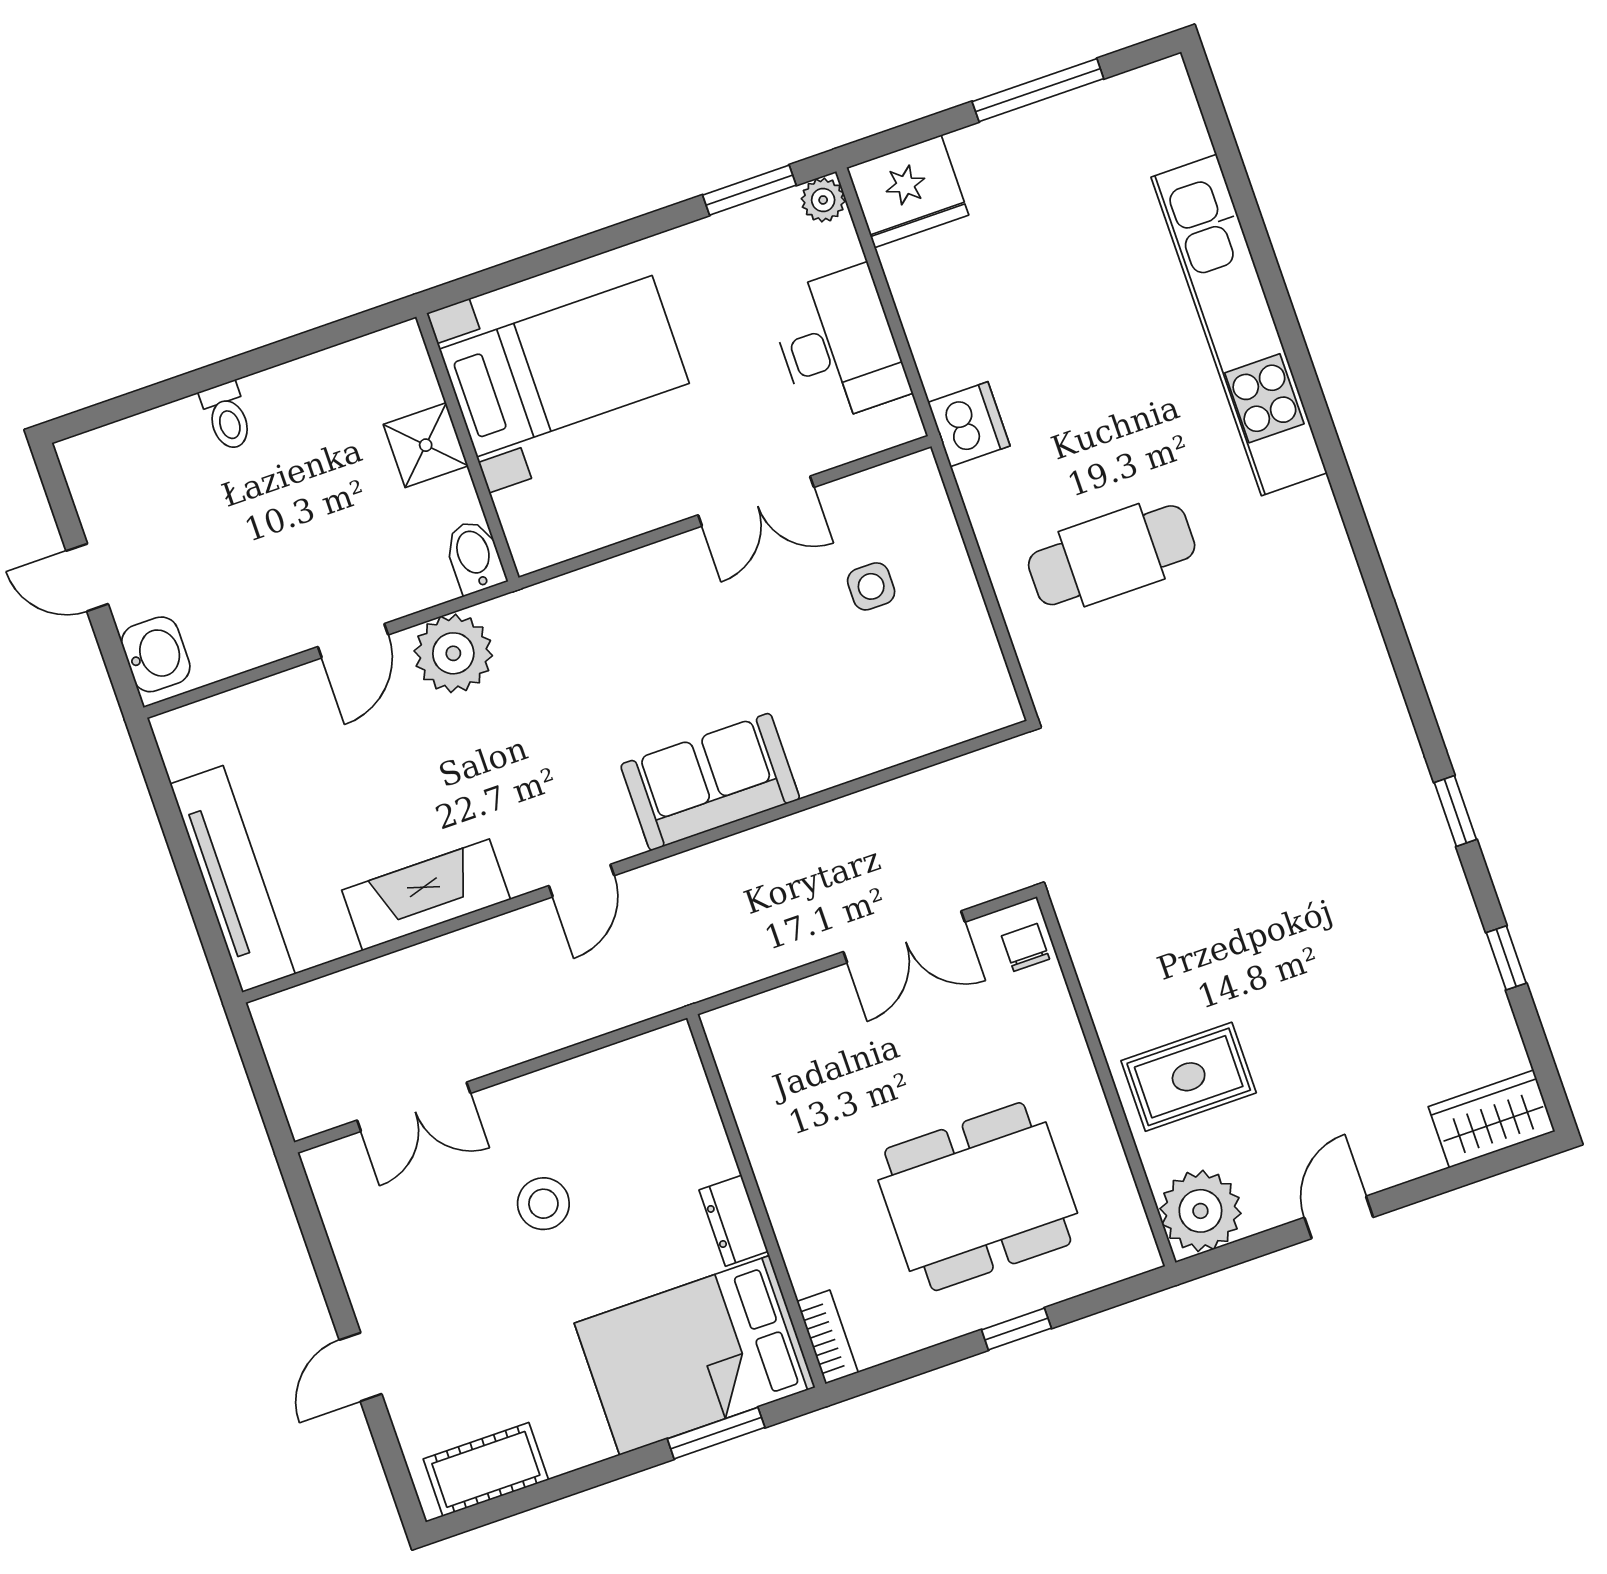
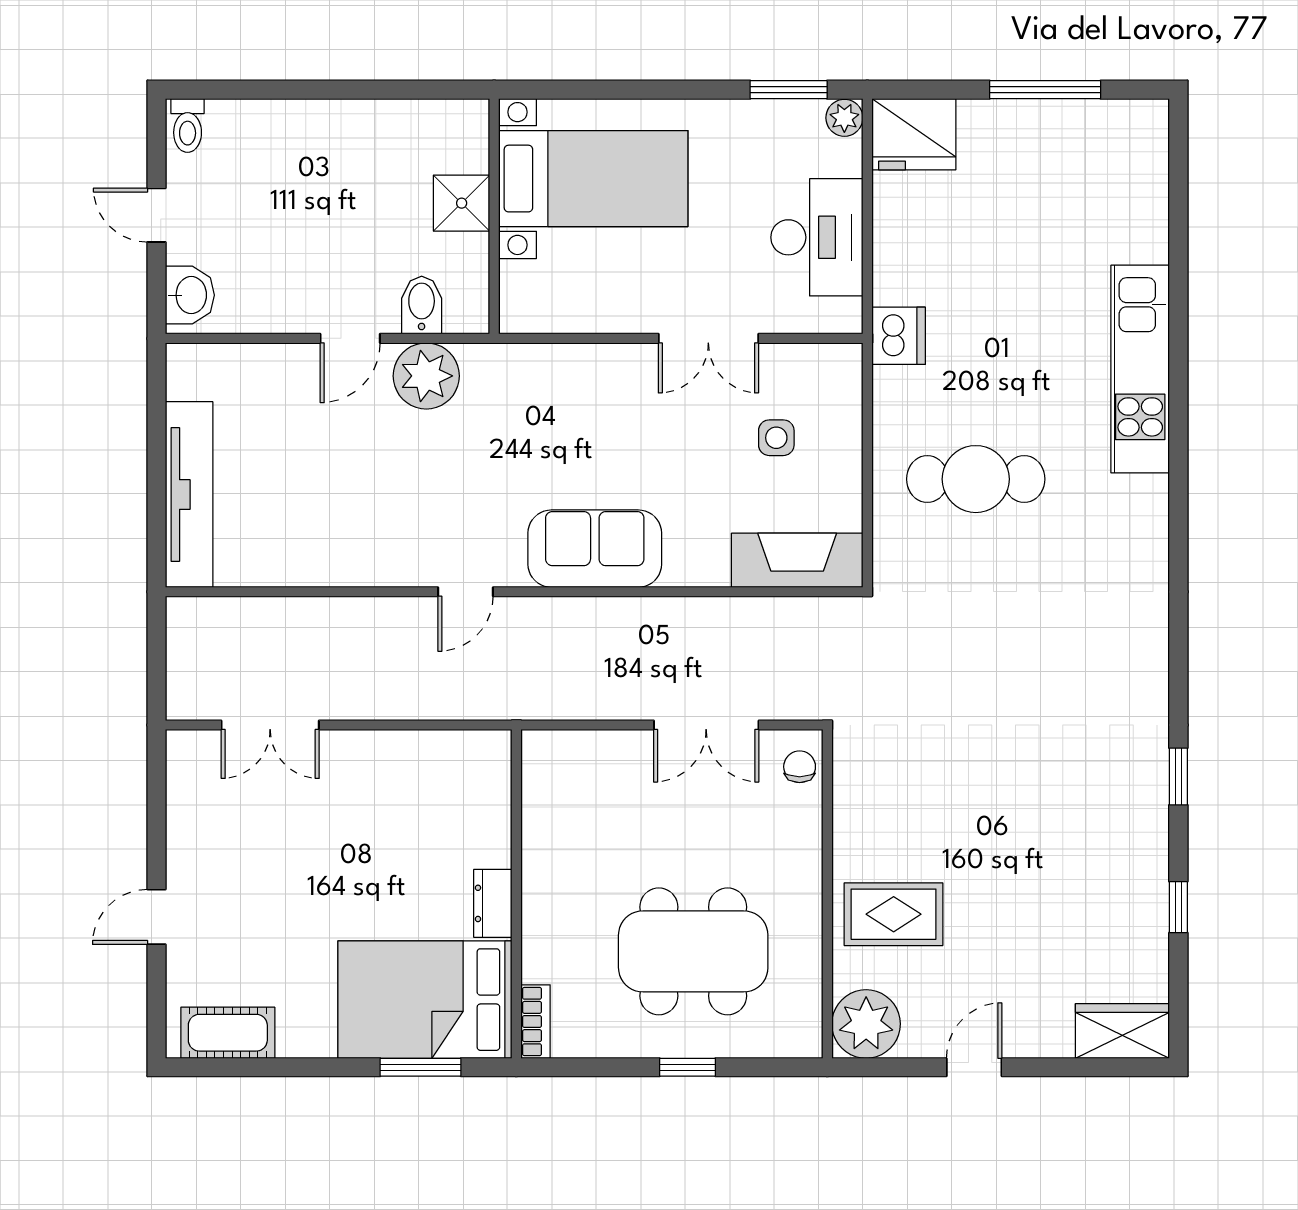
kitchen unit: (1239, 325) -> (1140, 369), width x0.73
toilet: (227, 416) -> (188, 125), moved
bidet: (475, 557) -> (422, 305), moved
fireplace: (426, 895) -> (797, 560), moved
stool: (543, 1204) -> (347, 838), removed

